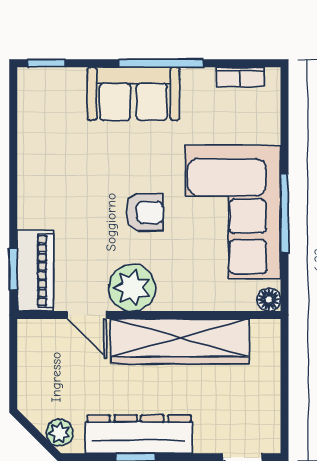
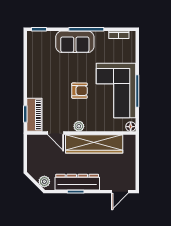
plant: (132, 288) -> (79, 126), width x0.53, depth x0.53

